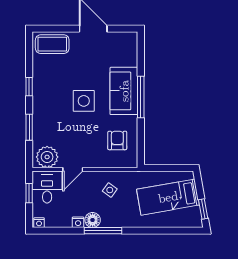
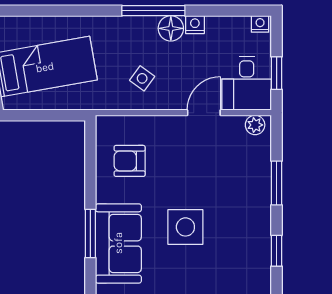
window: (141, 97) -> (90, 233), width x0.69
armchair: (117, 140) -> (130, 161), turned 90
plant: (47, 157) -> (255, 125), width x0.53, depth x0.53

